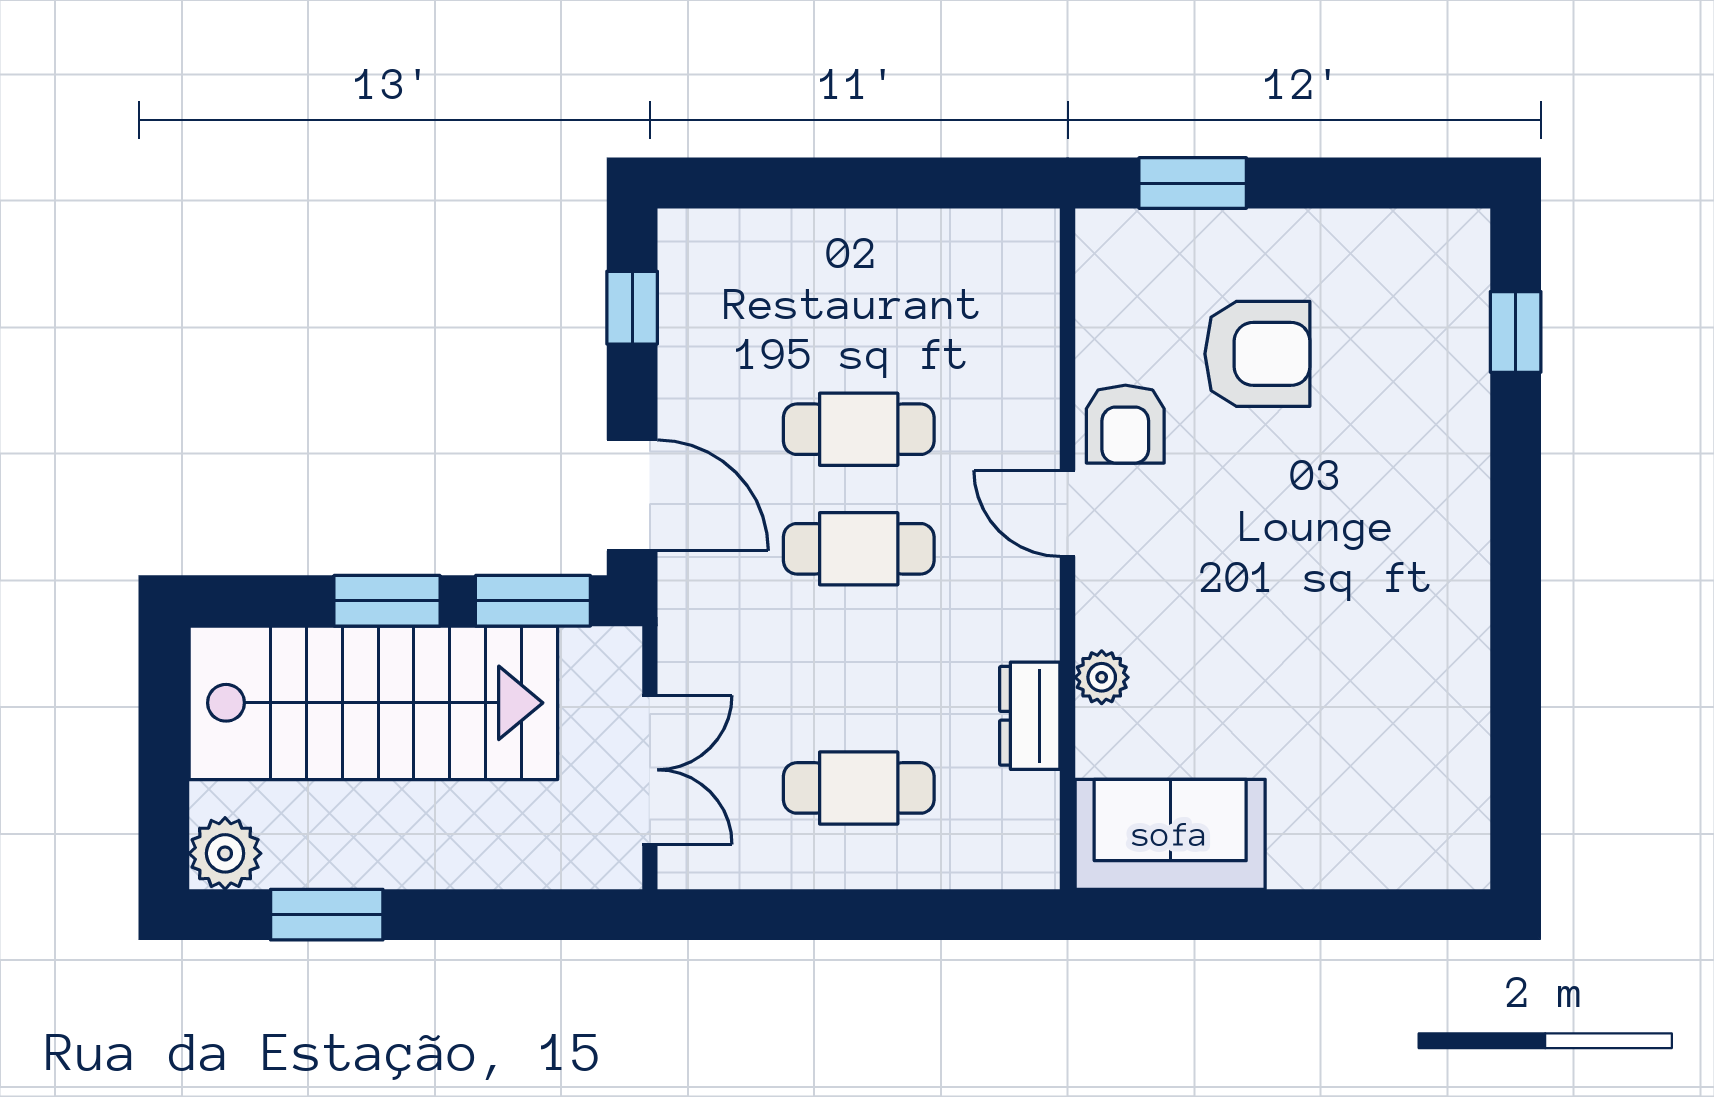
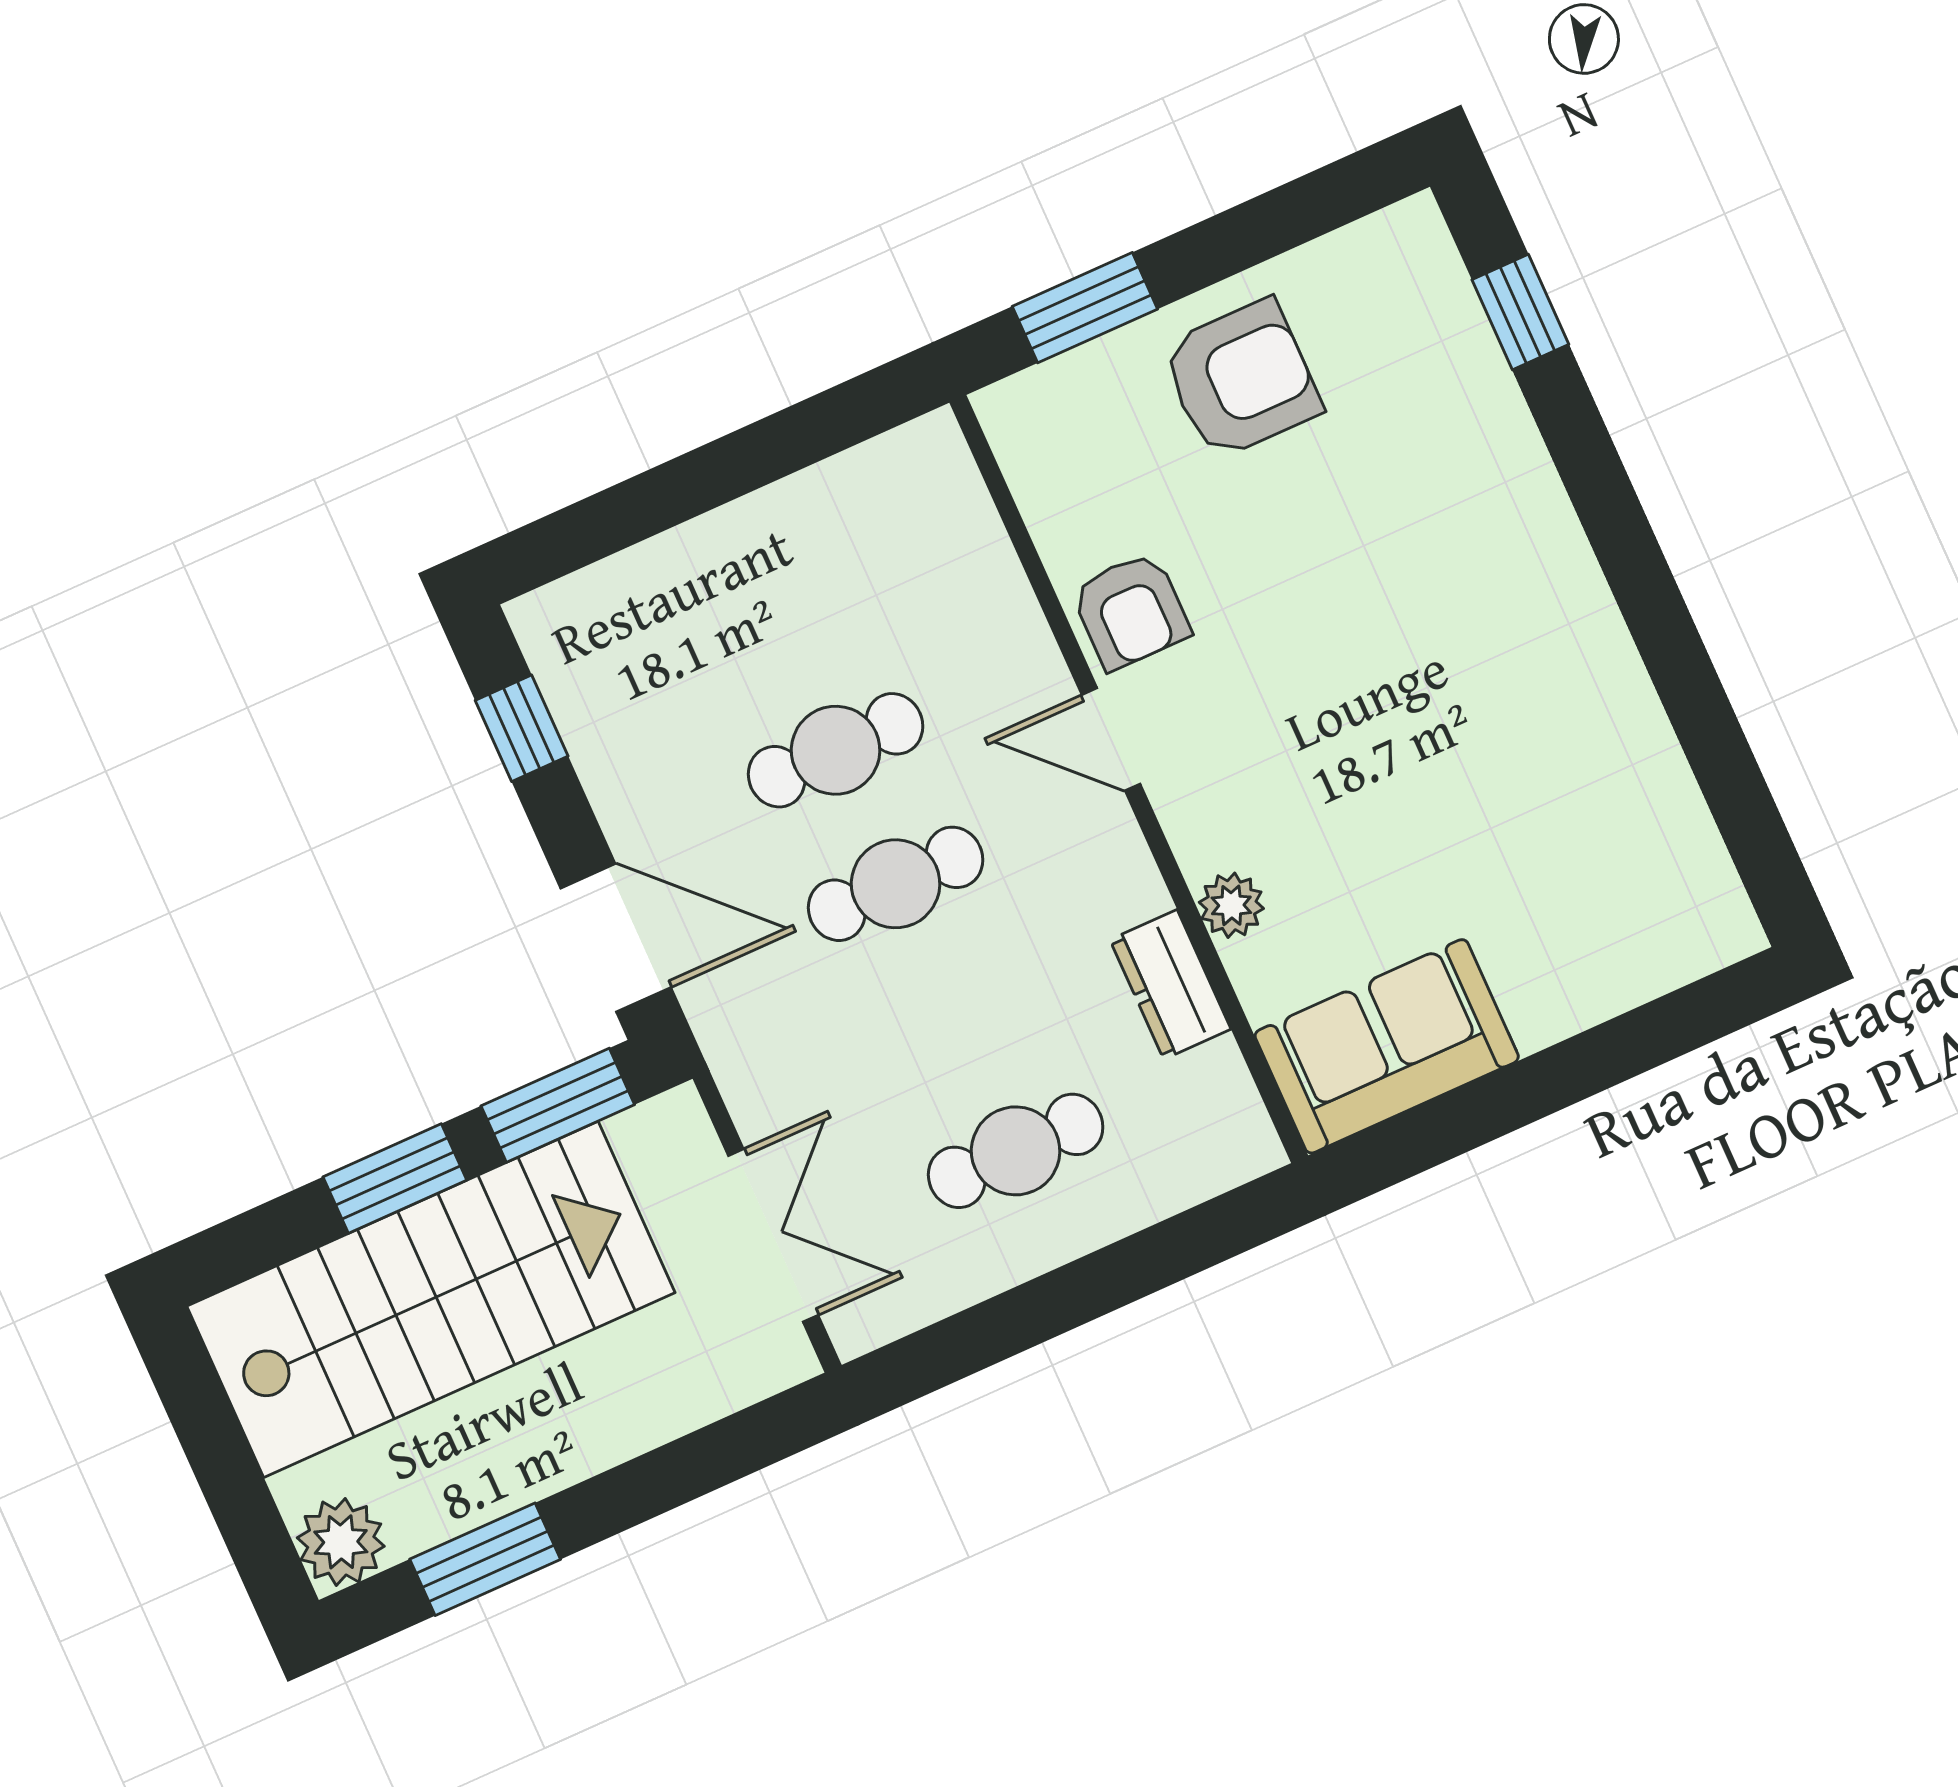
armchair: (1257, 354) -> (1241, 379), moved

